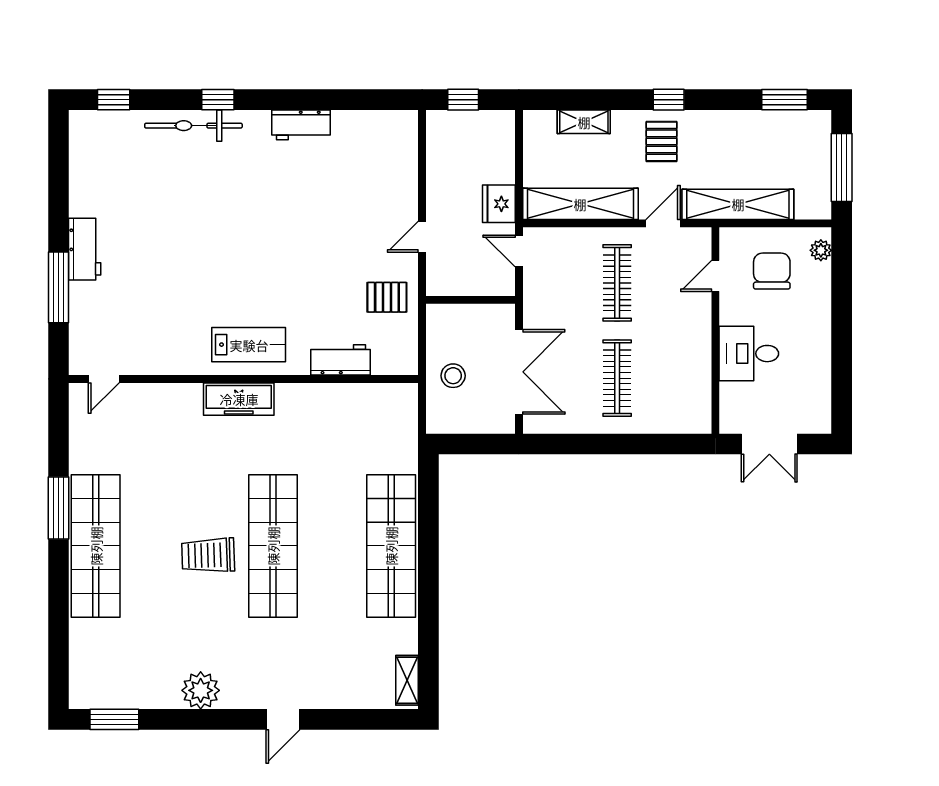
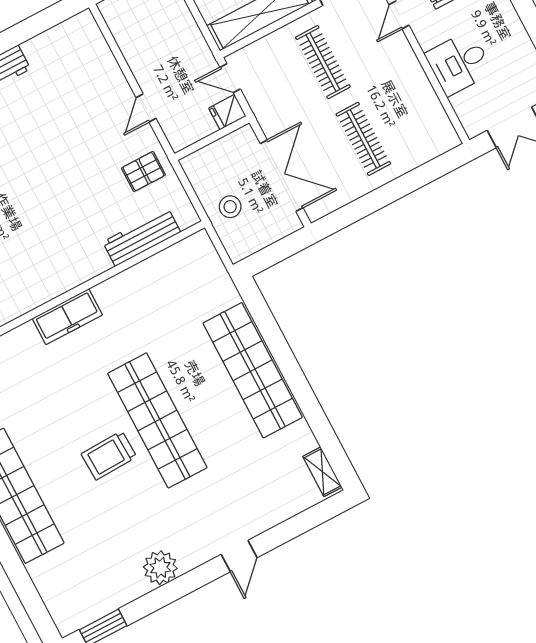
fridge: (499, 204) -> (227, 112), moved, width x0.72
lab bench: (249, 345) -> (52, 268), removed
workbench: (341, 360) -> (142, 237), width x1.38

